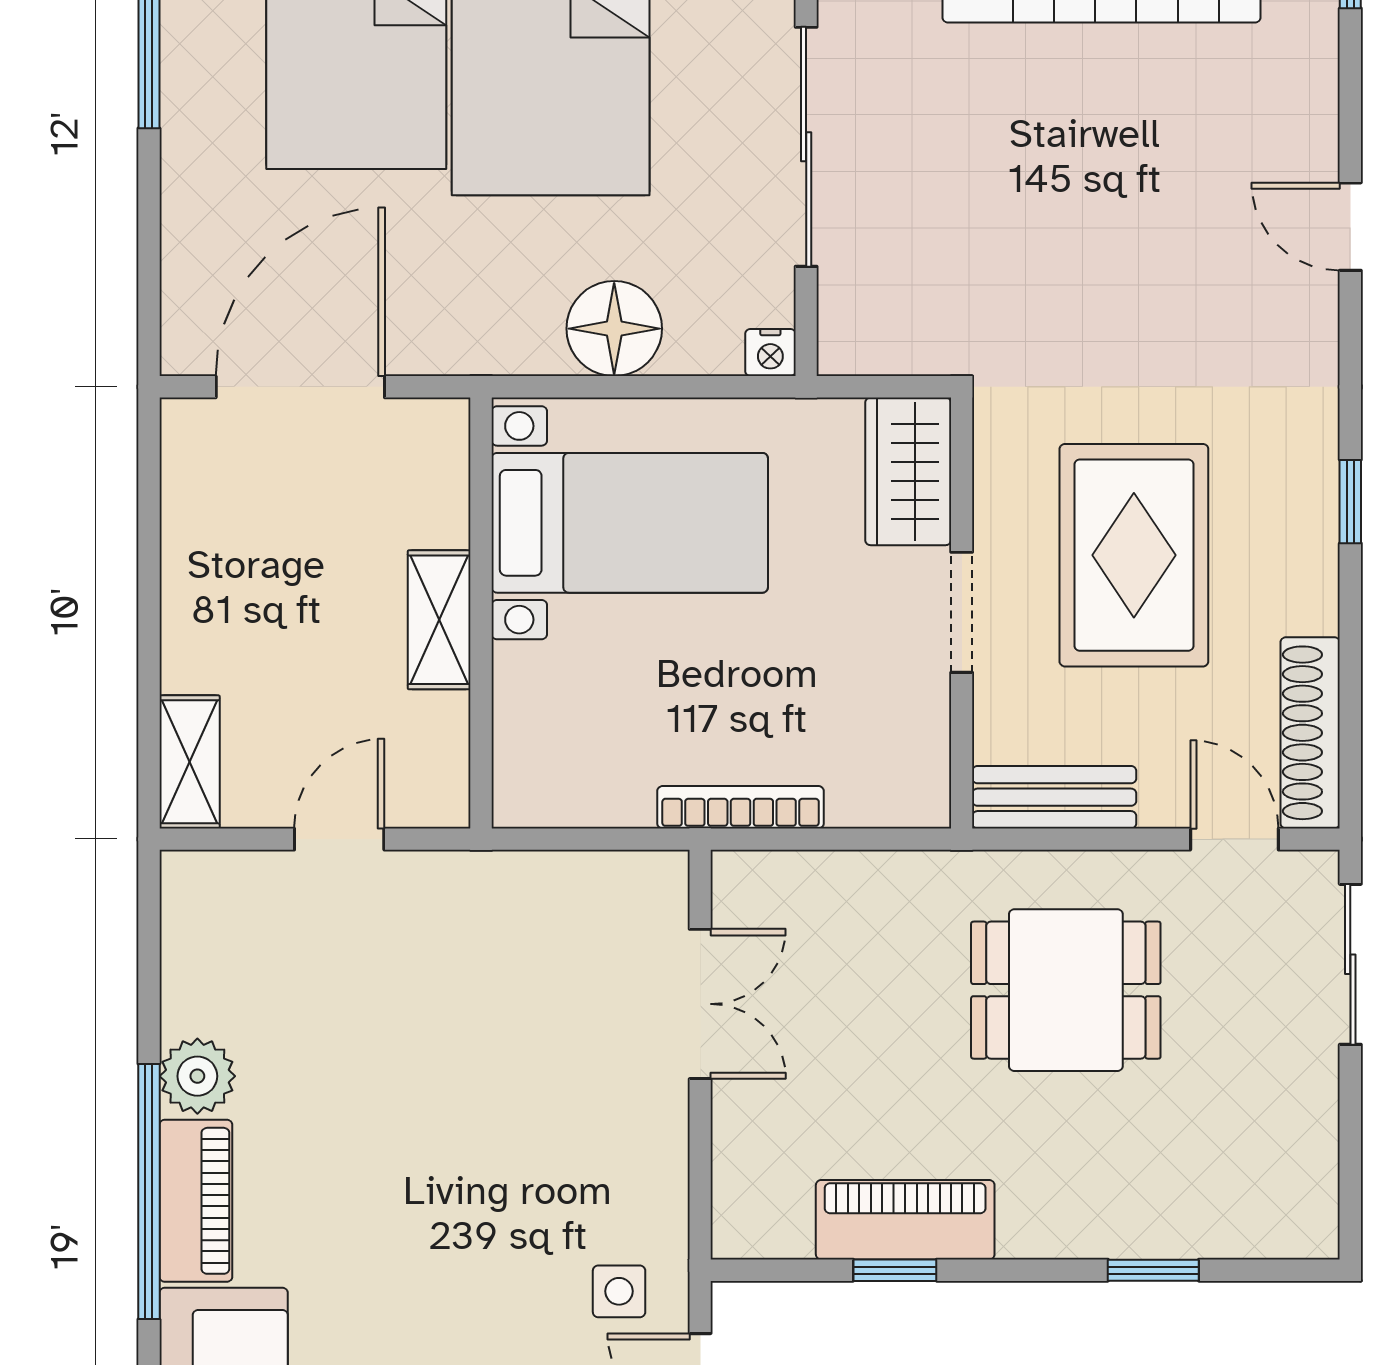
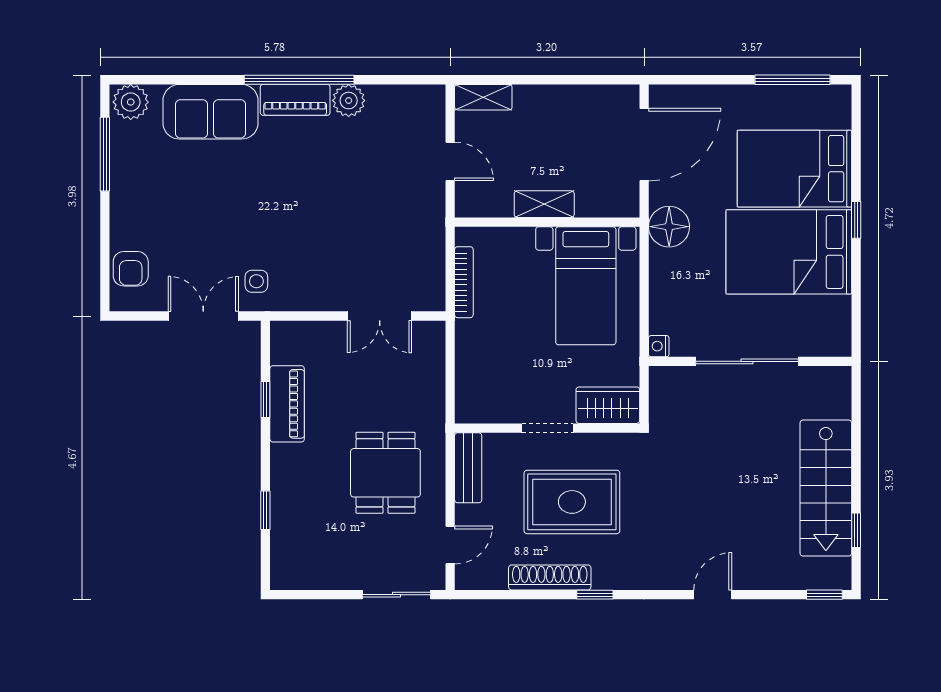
floor lamp: (614, 329) -> (669, 227), moved
door: (300, 387) -> (644, 145), hinge flipped
shoe rack: (1310, 733) -> (550, 577), moved
bookcase: (741, 807) -> (464, 282), moved

